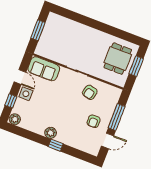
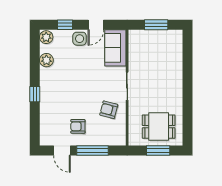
plant: (51, 133) -> (46, 60), moved

